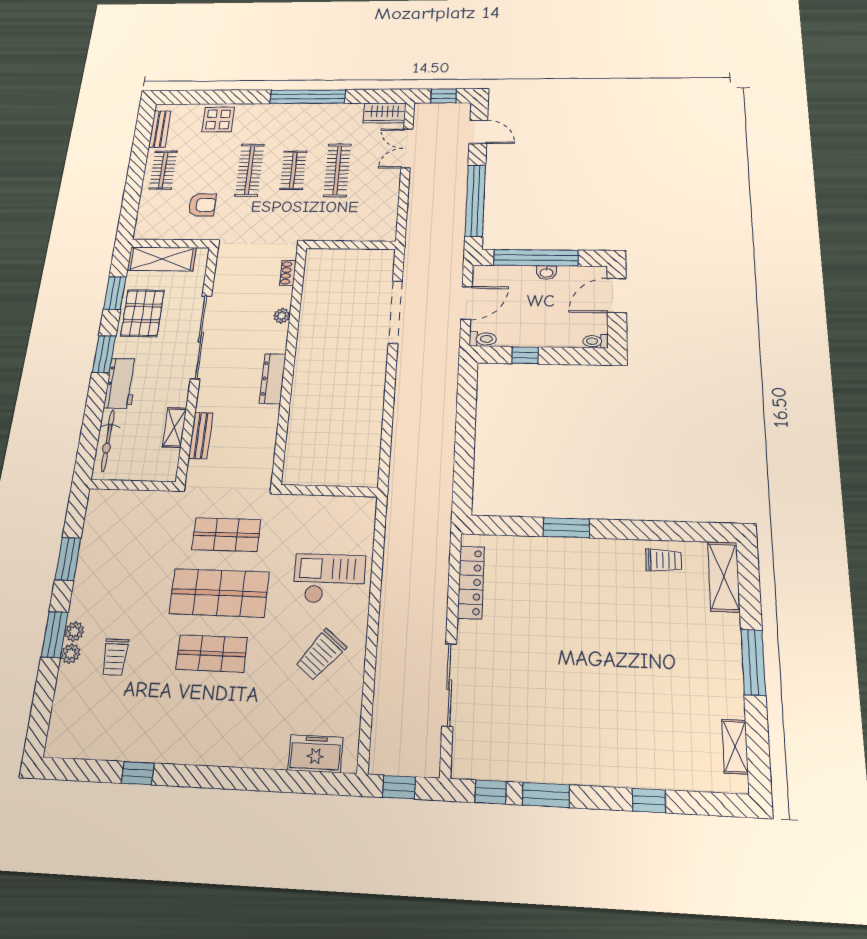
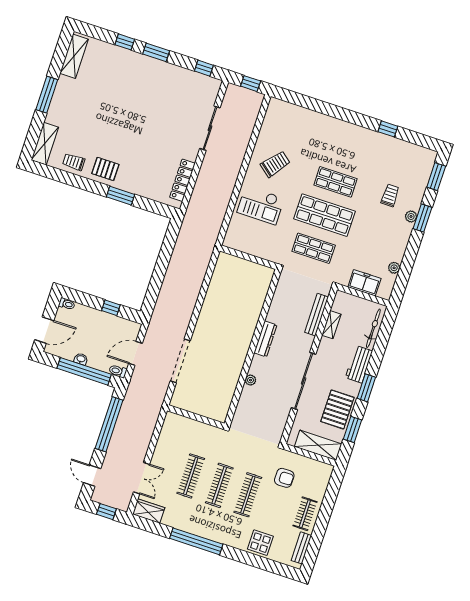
clothes rail: (293, 170) -> (219, 485), width x1.36
armchair: (202, 205) -> (284, 478), turned 180
shoe rack: (288, 273) -> (240, 409), removed
toilet: (483, 339) -> (118, 371), moved
bench: (201, 436) -> (317, 315), width x1.36
window: (68, 559) -> (436, 177), moved
pallet: (606, 564) -> (105, 169), added
plant: (70, 654) -> (394, 268), moved
shelving: (735, 747) -> (74, 56), width x1.50, depth x1.33
freezer: (315, 754) -> (364, 283), moved, turned 180
window: (546, 795) -> (156, 52), moved

